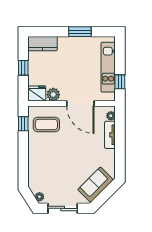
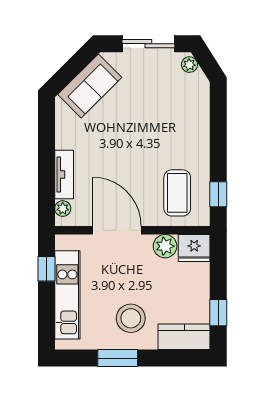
stool: (73, 54) -> (131, 318), added
window: (23, 68) -> (218, 313), moved
coffee table: (46, 124) -> (177, 193), turned 90

